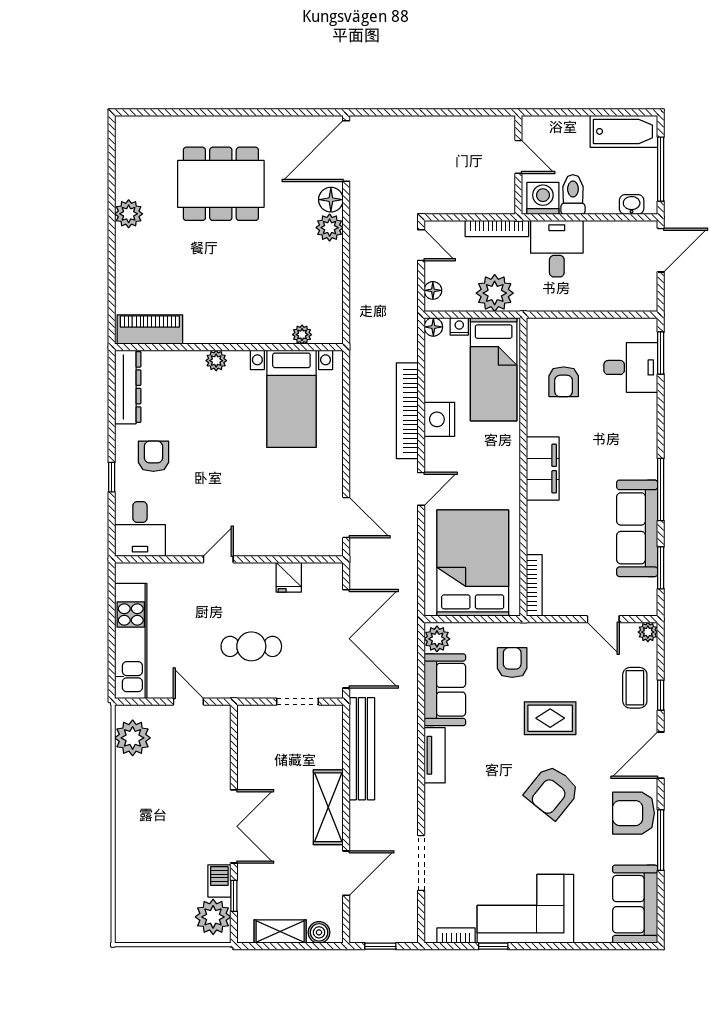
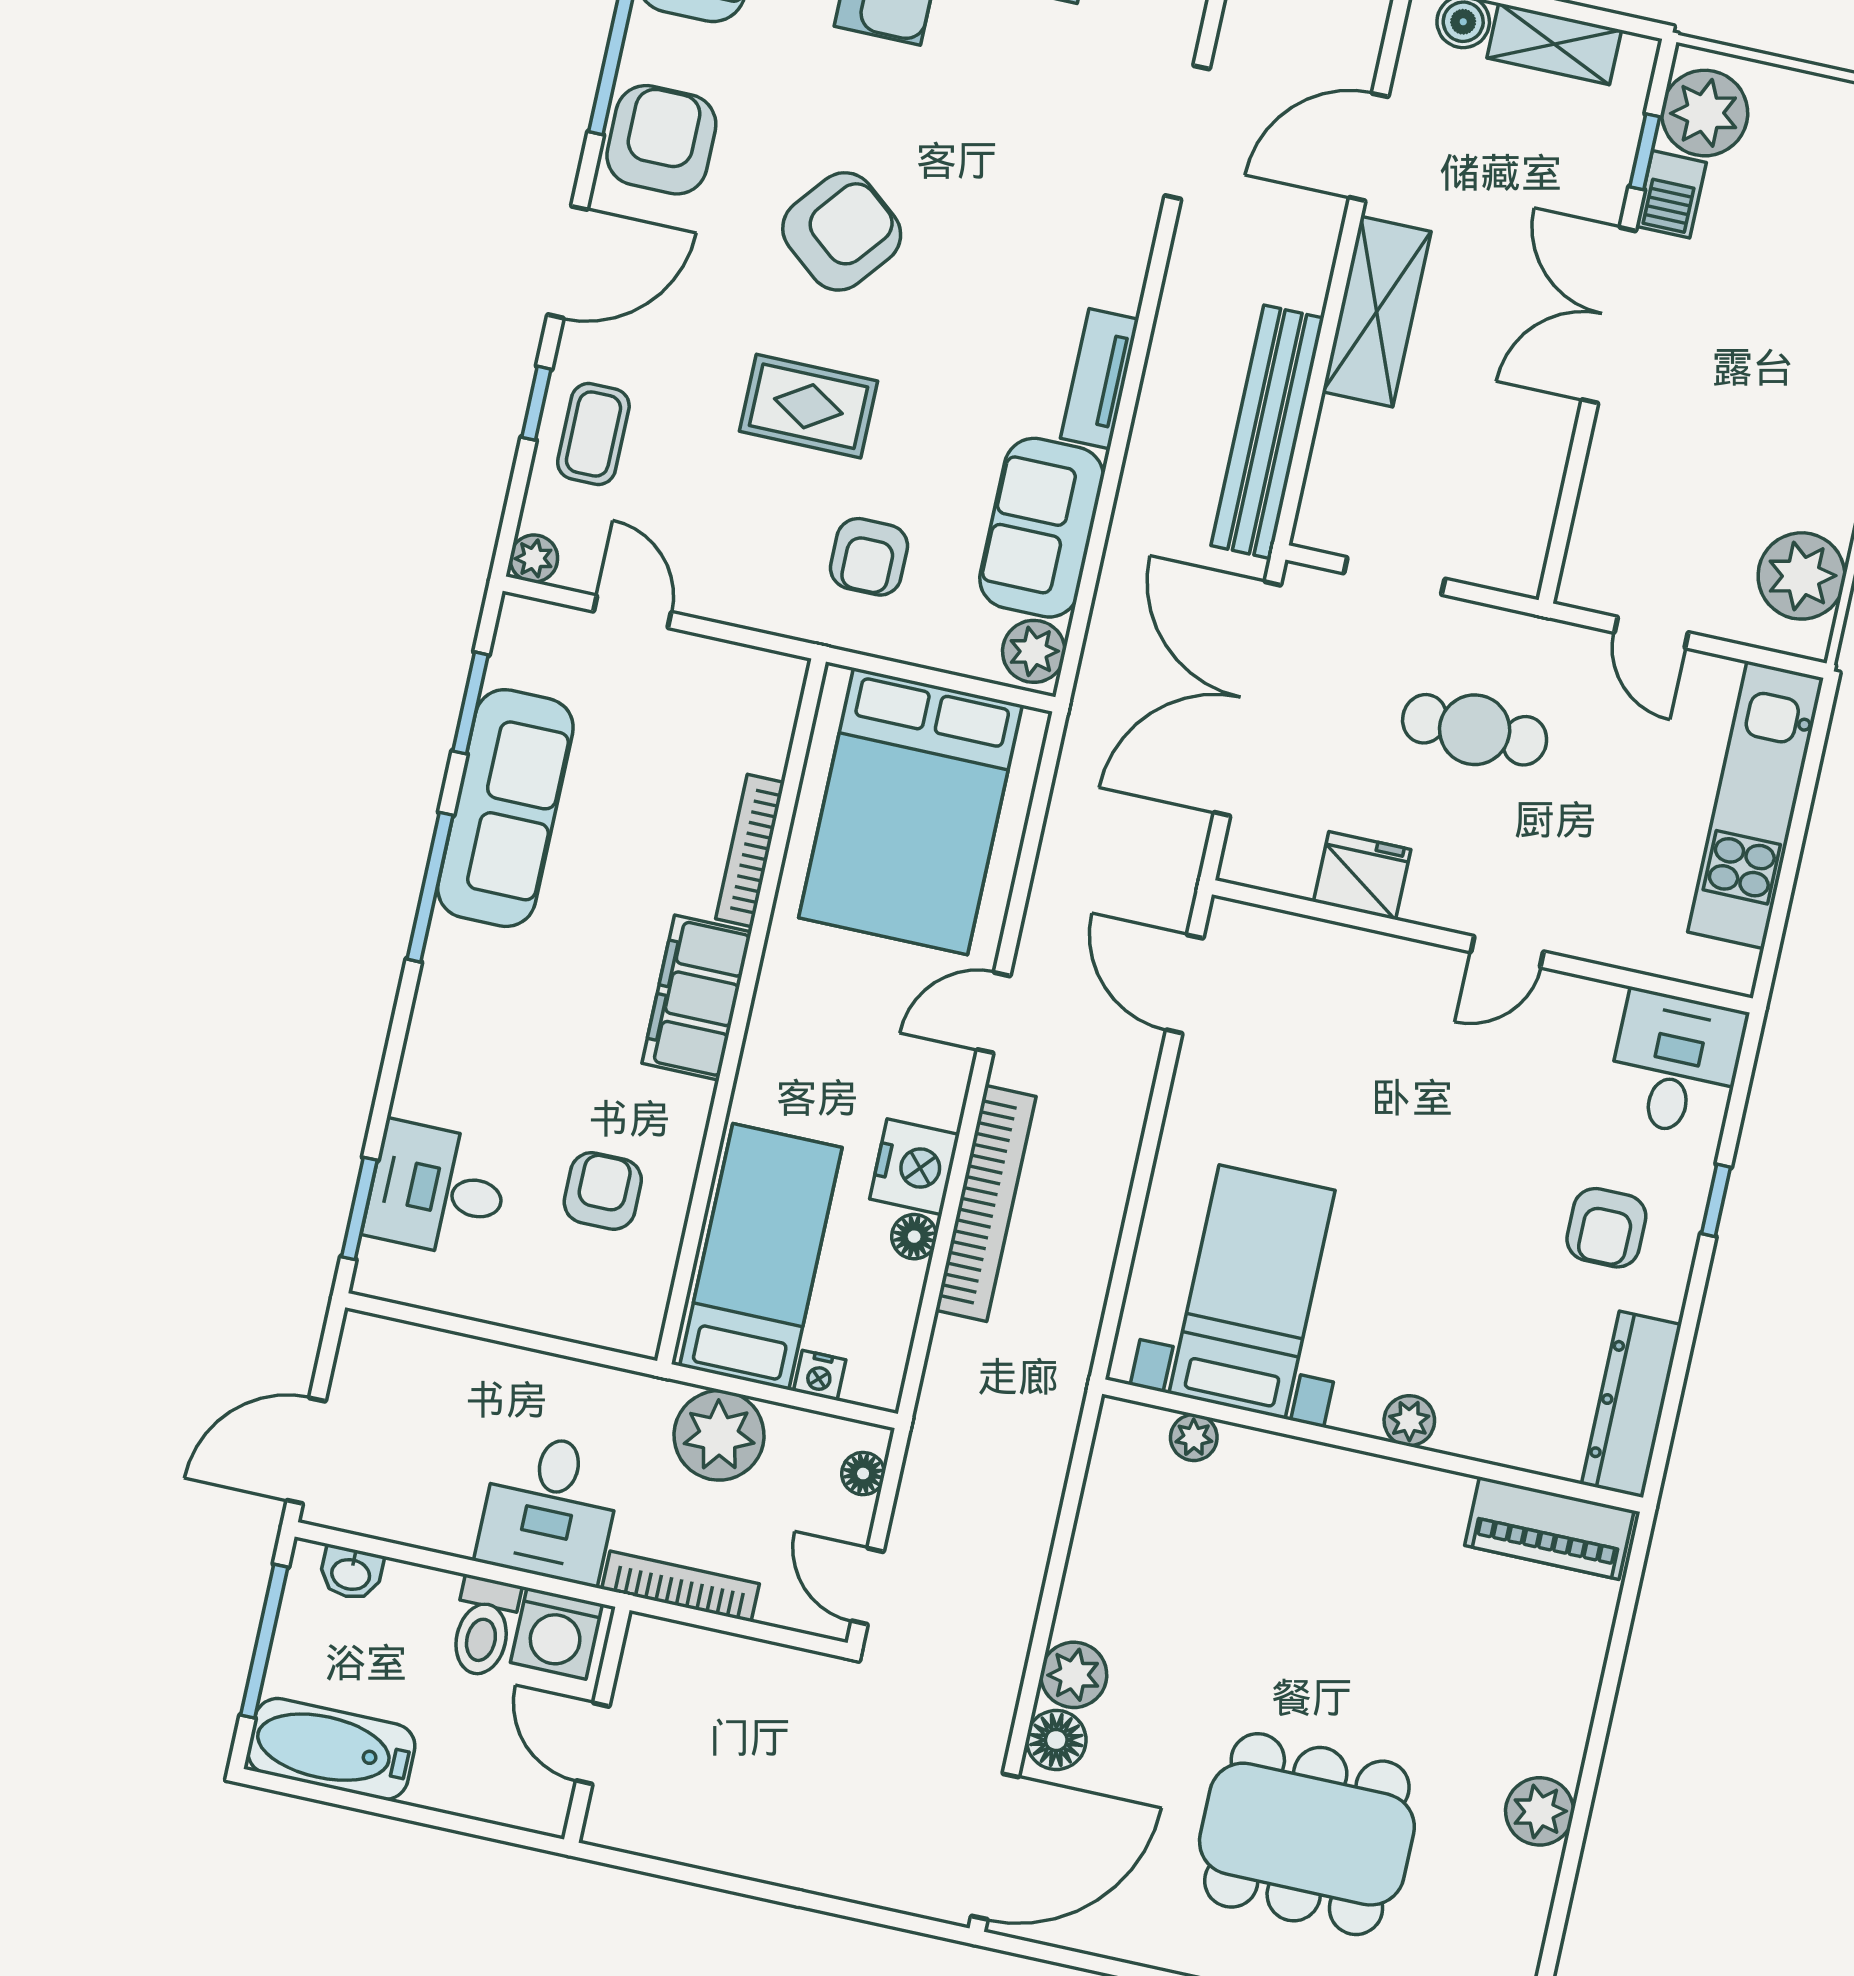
floor lamp: (433, 327) -> (914, 1237), moved
fridge: (289, 577) -> (1362, 876), width x1.38
bookcase: (534, 585) -> (750, 851), moved
armchair: (633, 813) -> (661, 140), turned -90

